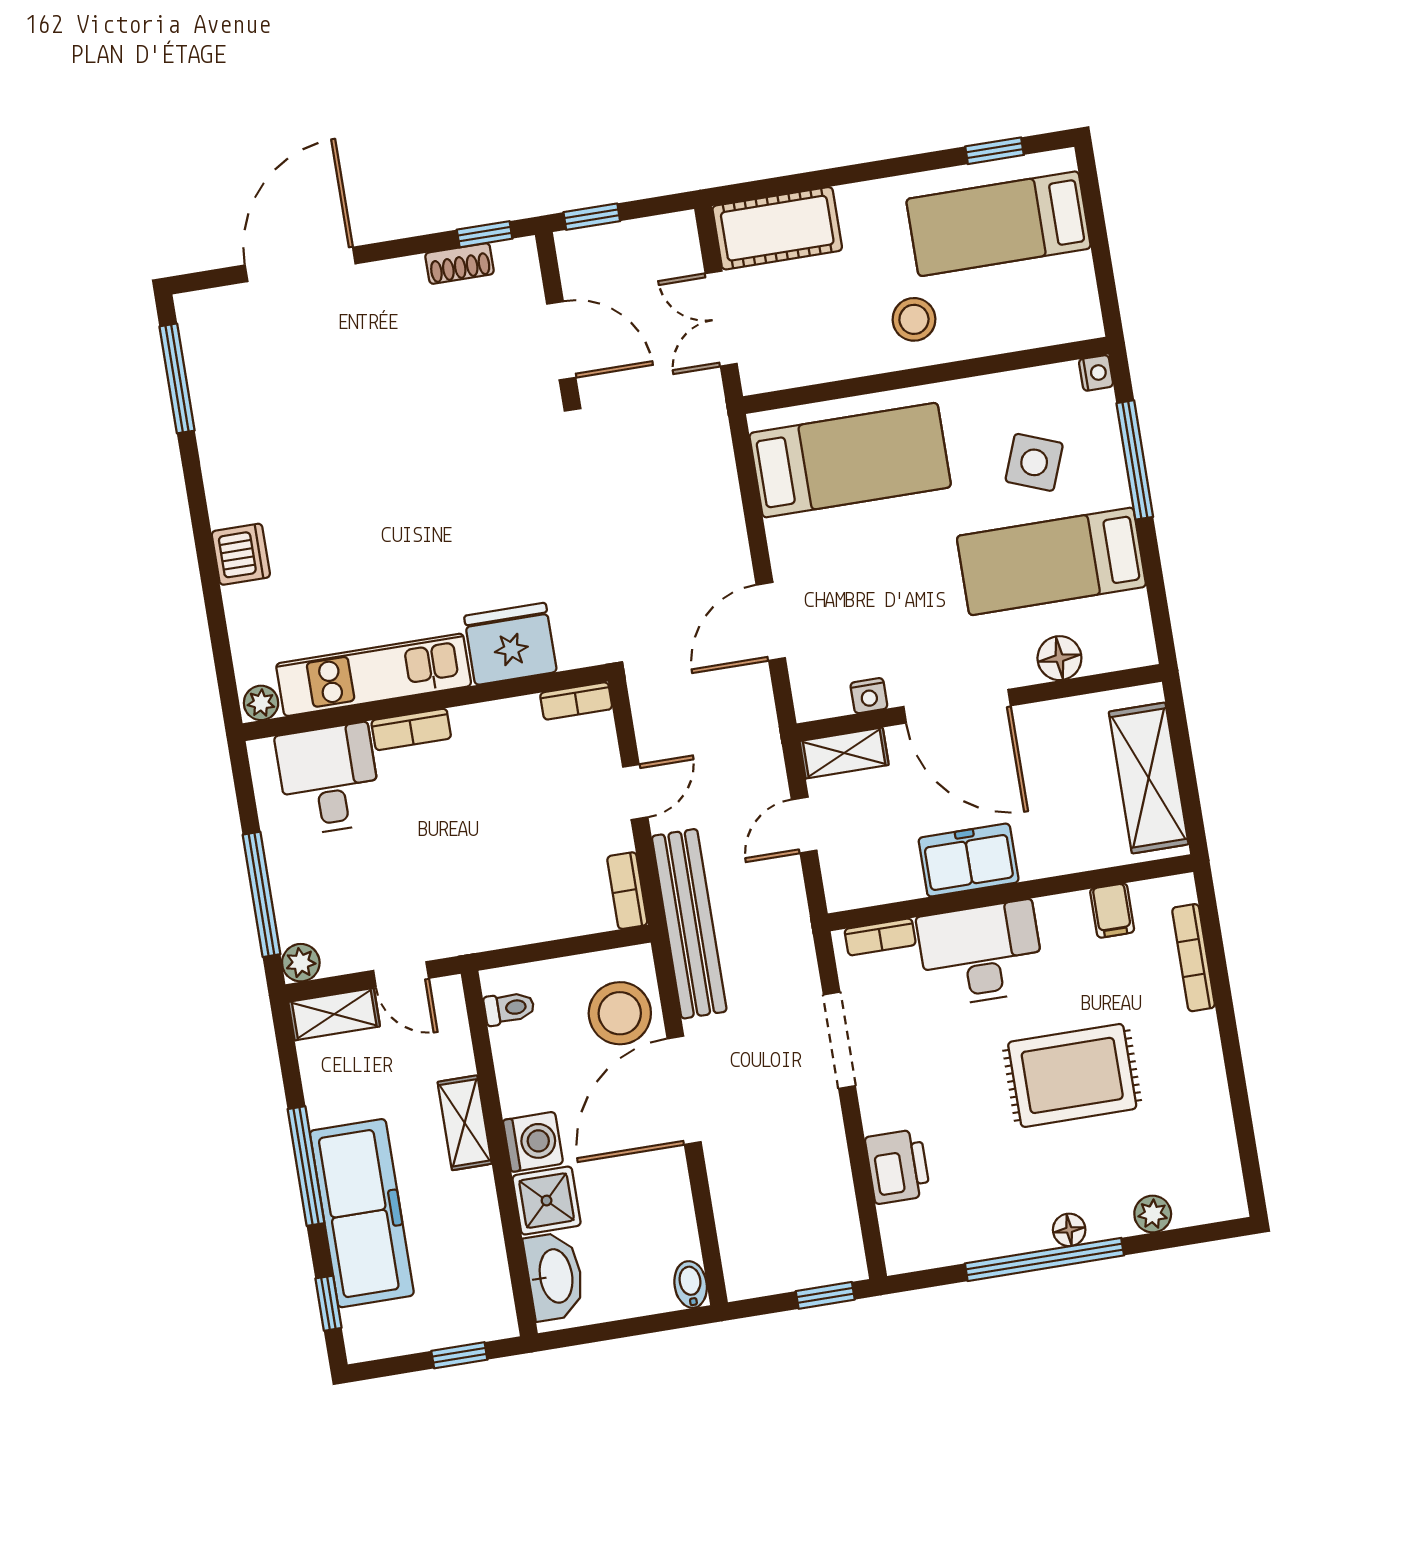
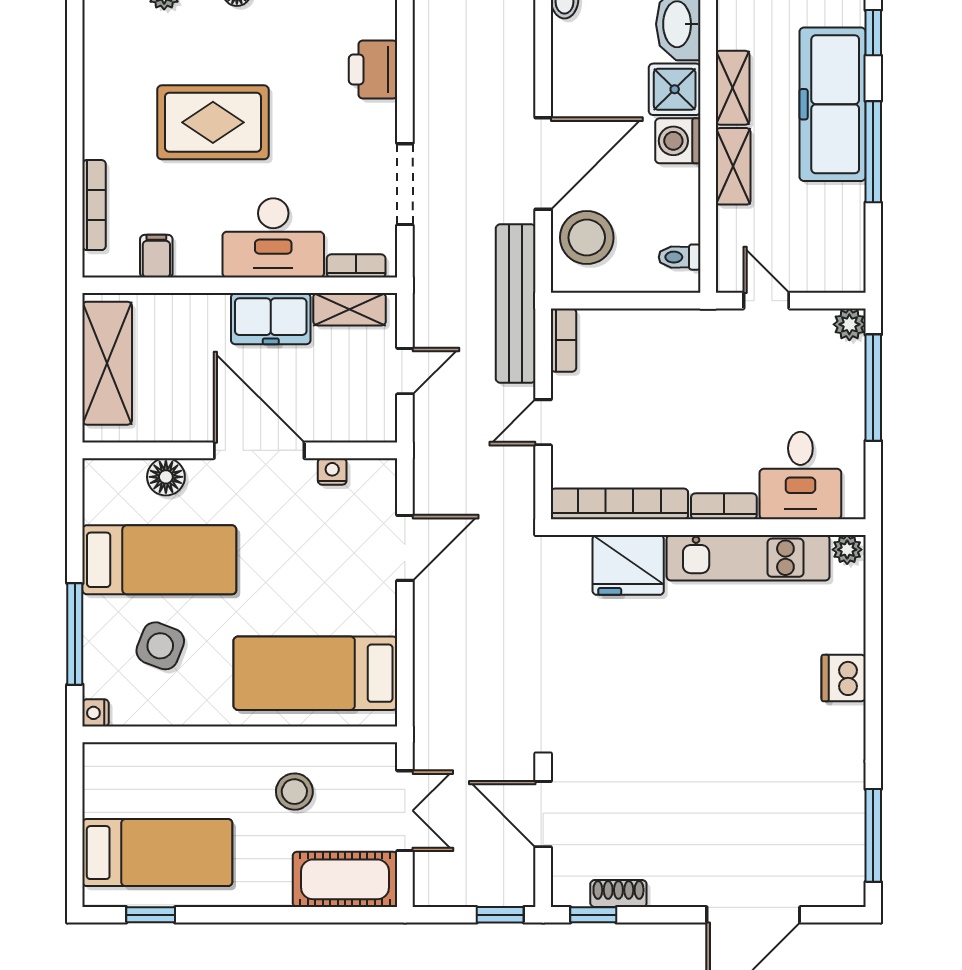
stool: (914, 319) -> (294, 792), moved
bookcase: (576, 701) -> (619, 504), width x2.31, depth x1.31
shelving: (844, 753) -> (350, 309), moved
shelving: (334, 1014) -> (733, 88), moved, turned 90

